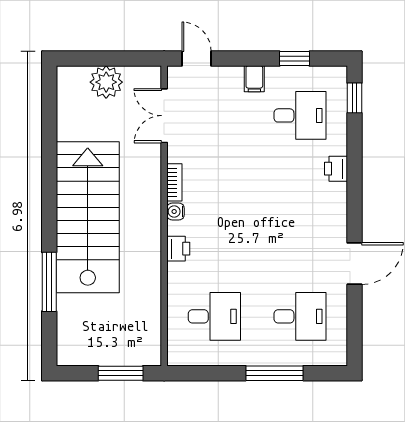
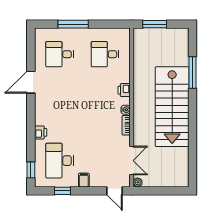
plant: (106, 82) -> (138, 182), moved, width x0.53, depth x0.53
desk: (300, 115) -> (60, 161), width x1.37

